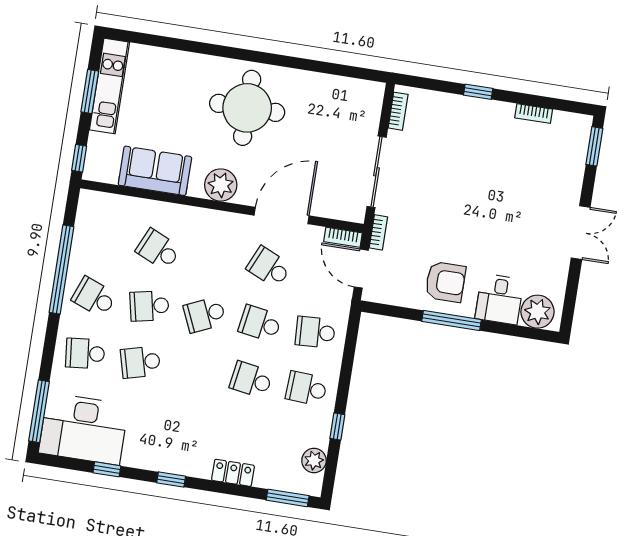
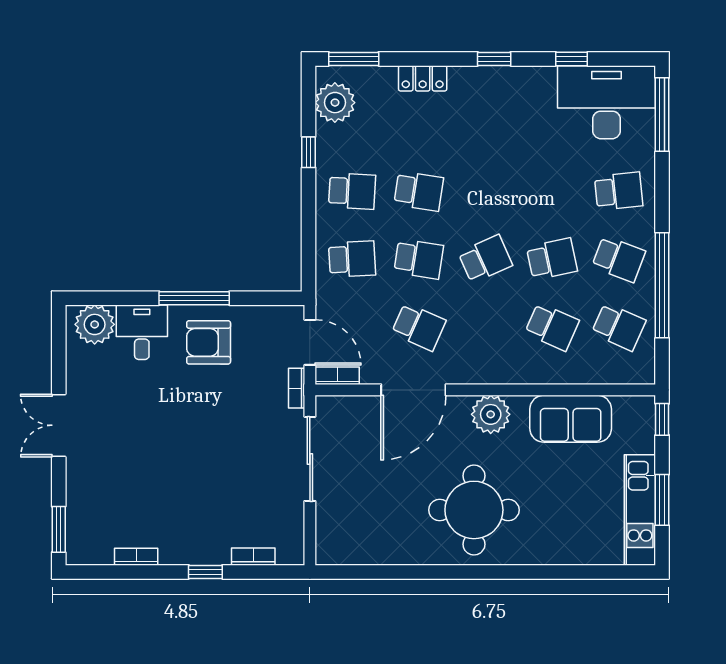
bookcase: (398, 111) -> (253, 557), moved, turned 90
school desk: (140, 362) -> (619, 327), moved, turned 39
plant: (314, 461) -> (335, 103), width x1.36, depth x1.36

